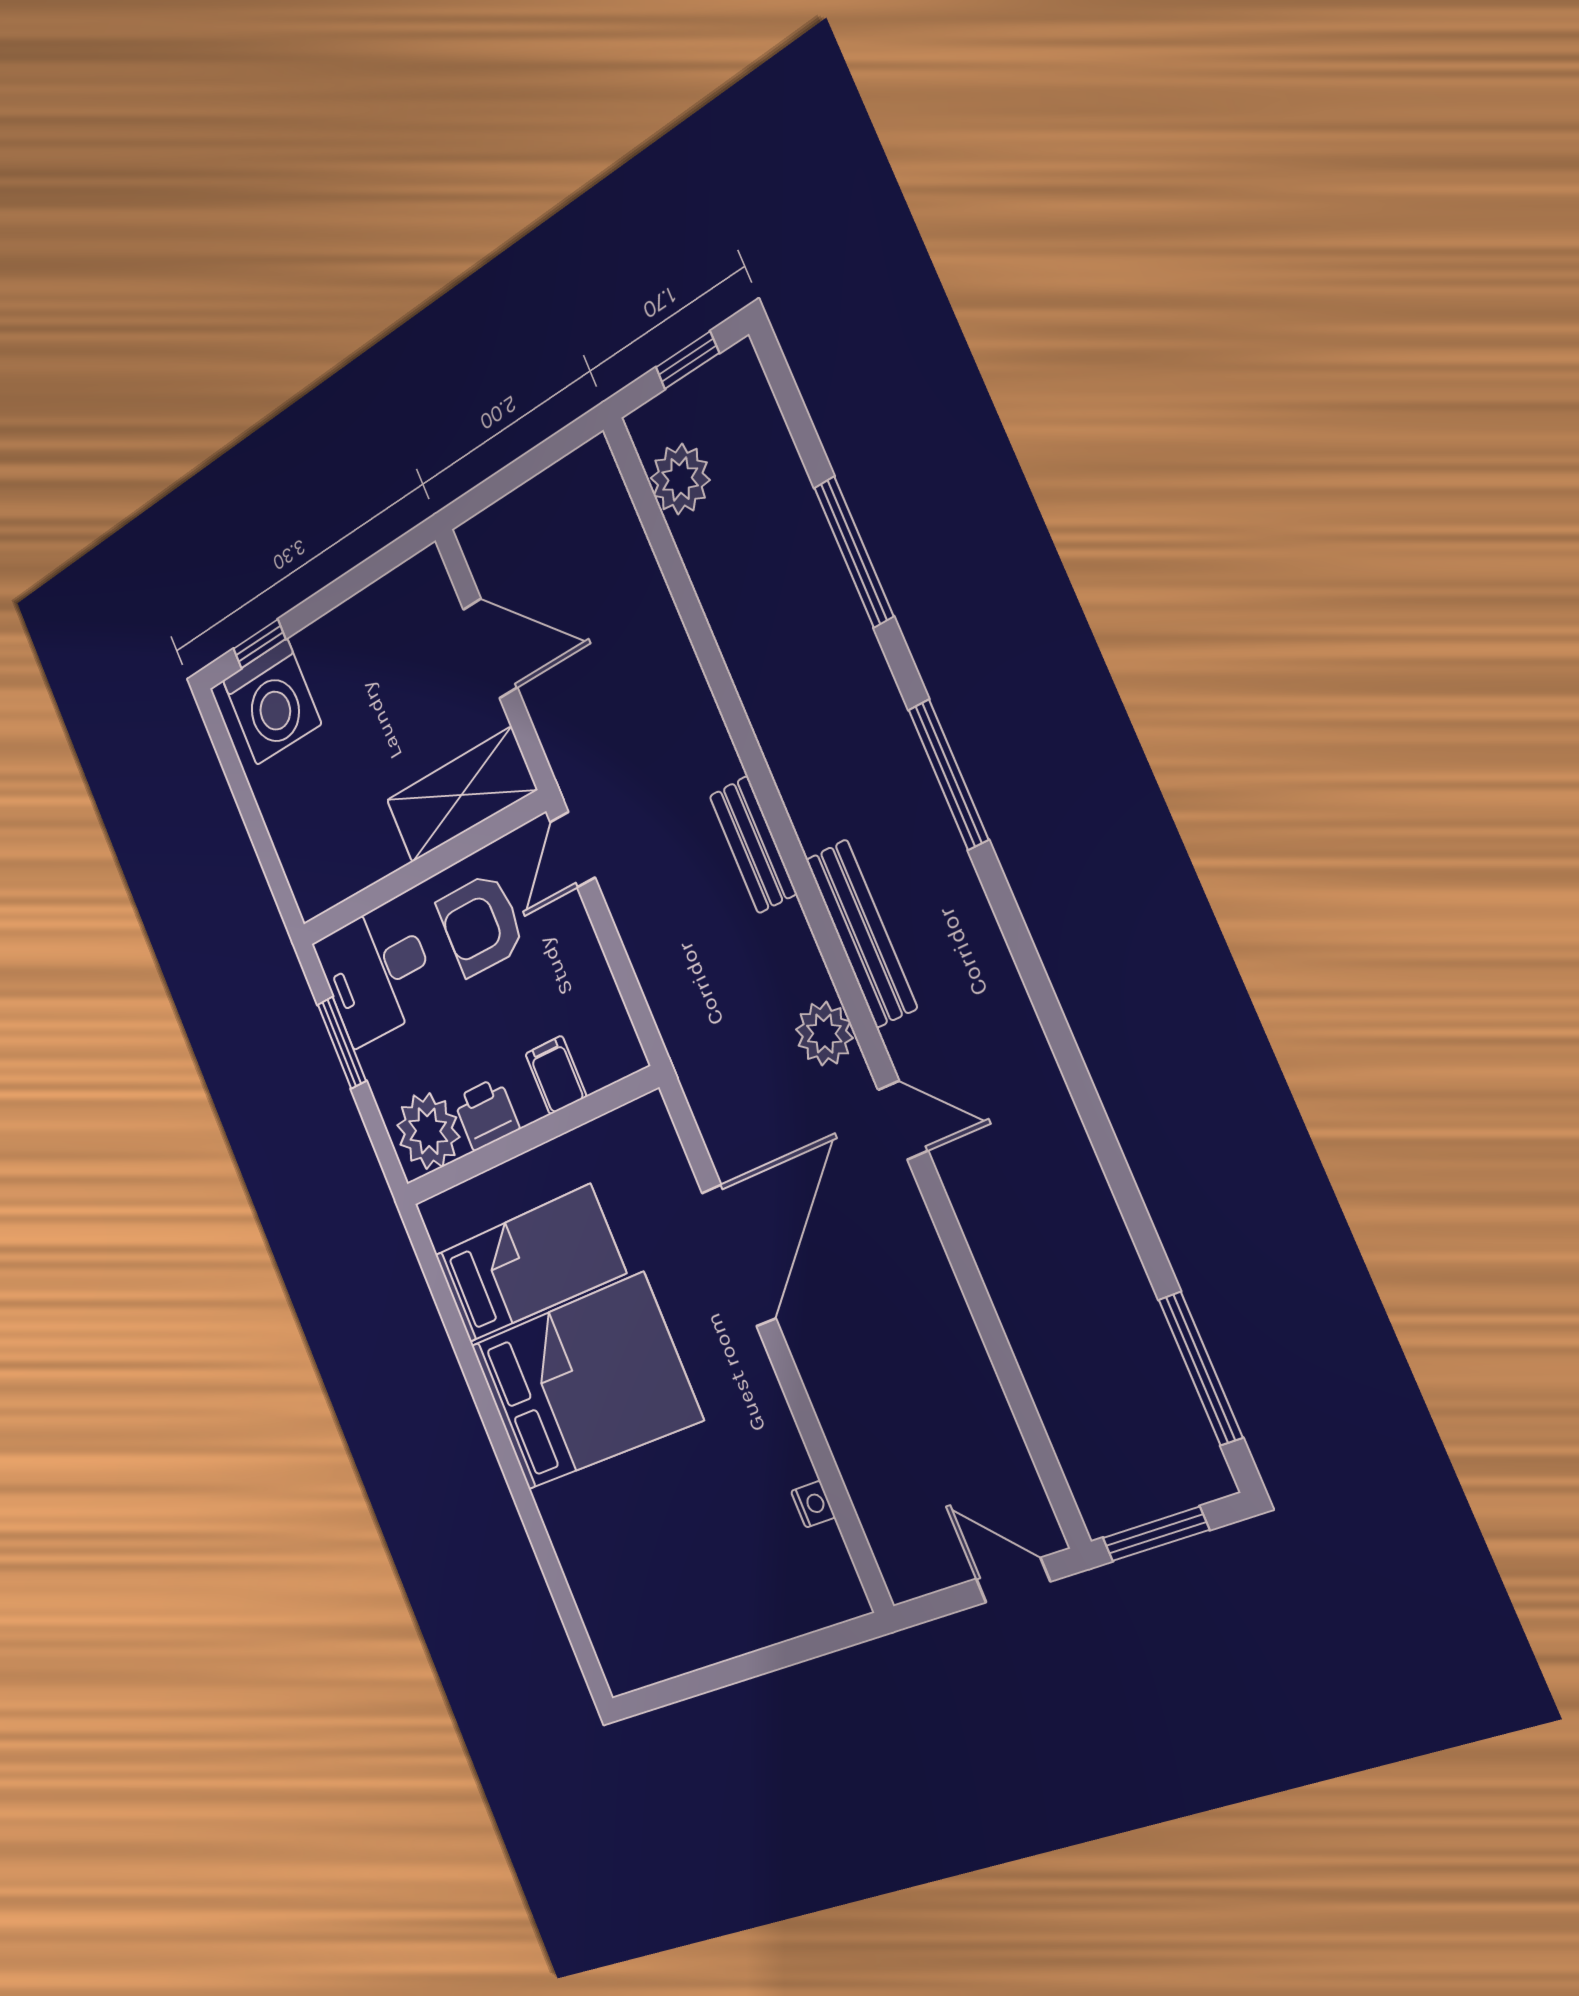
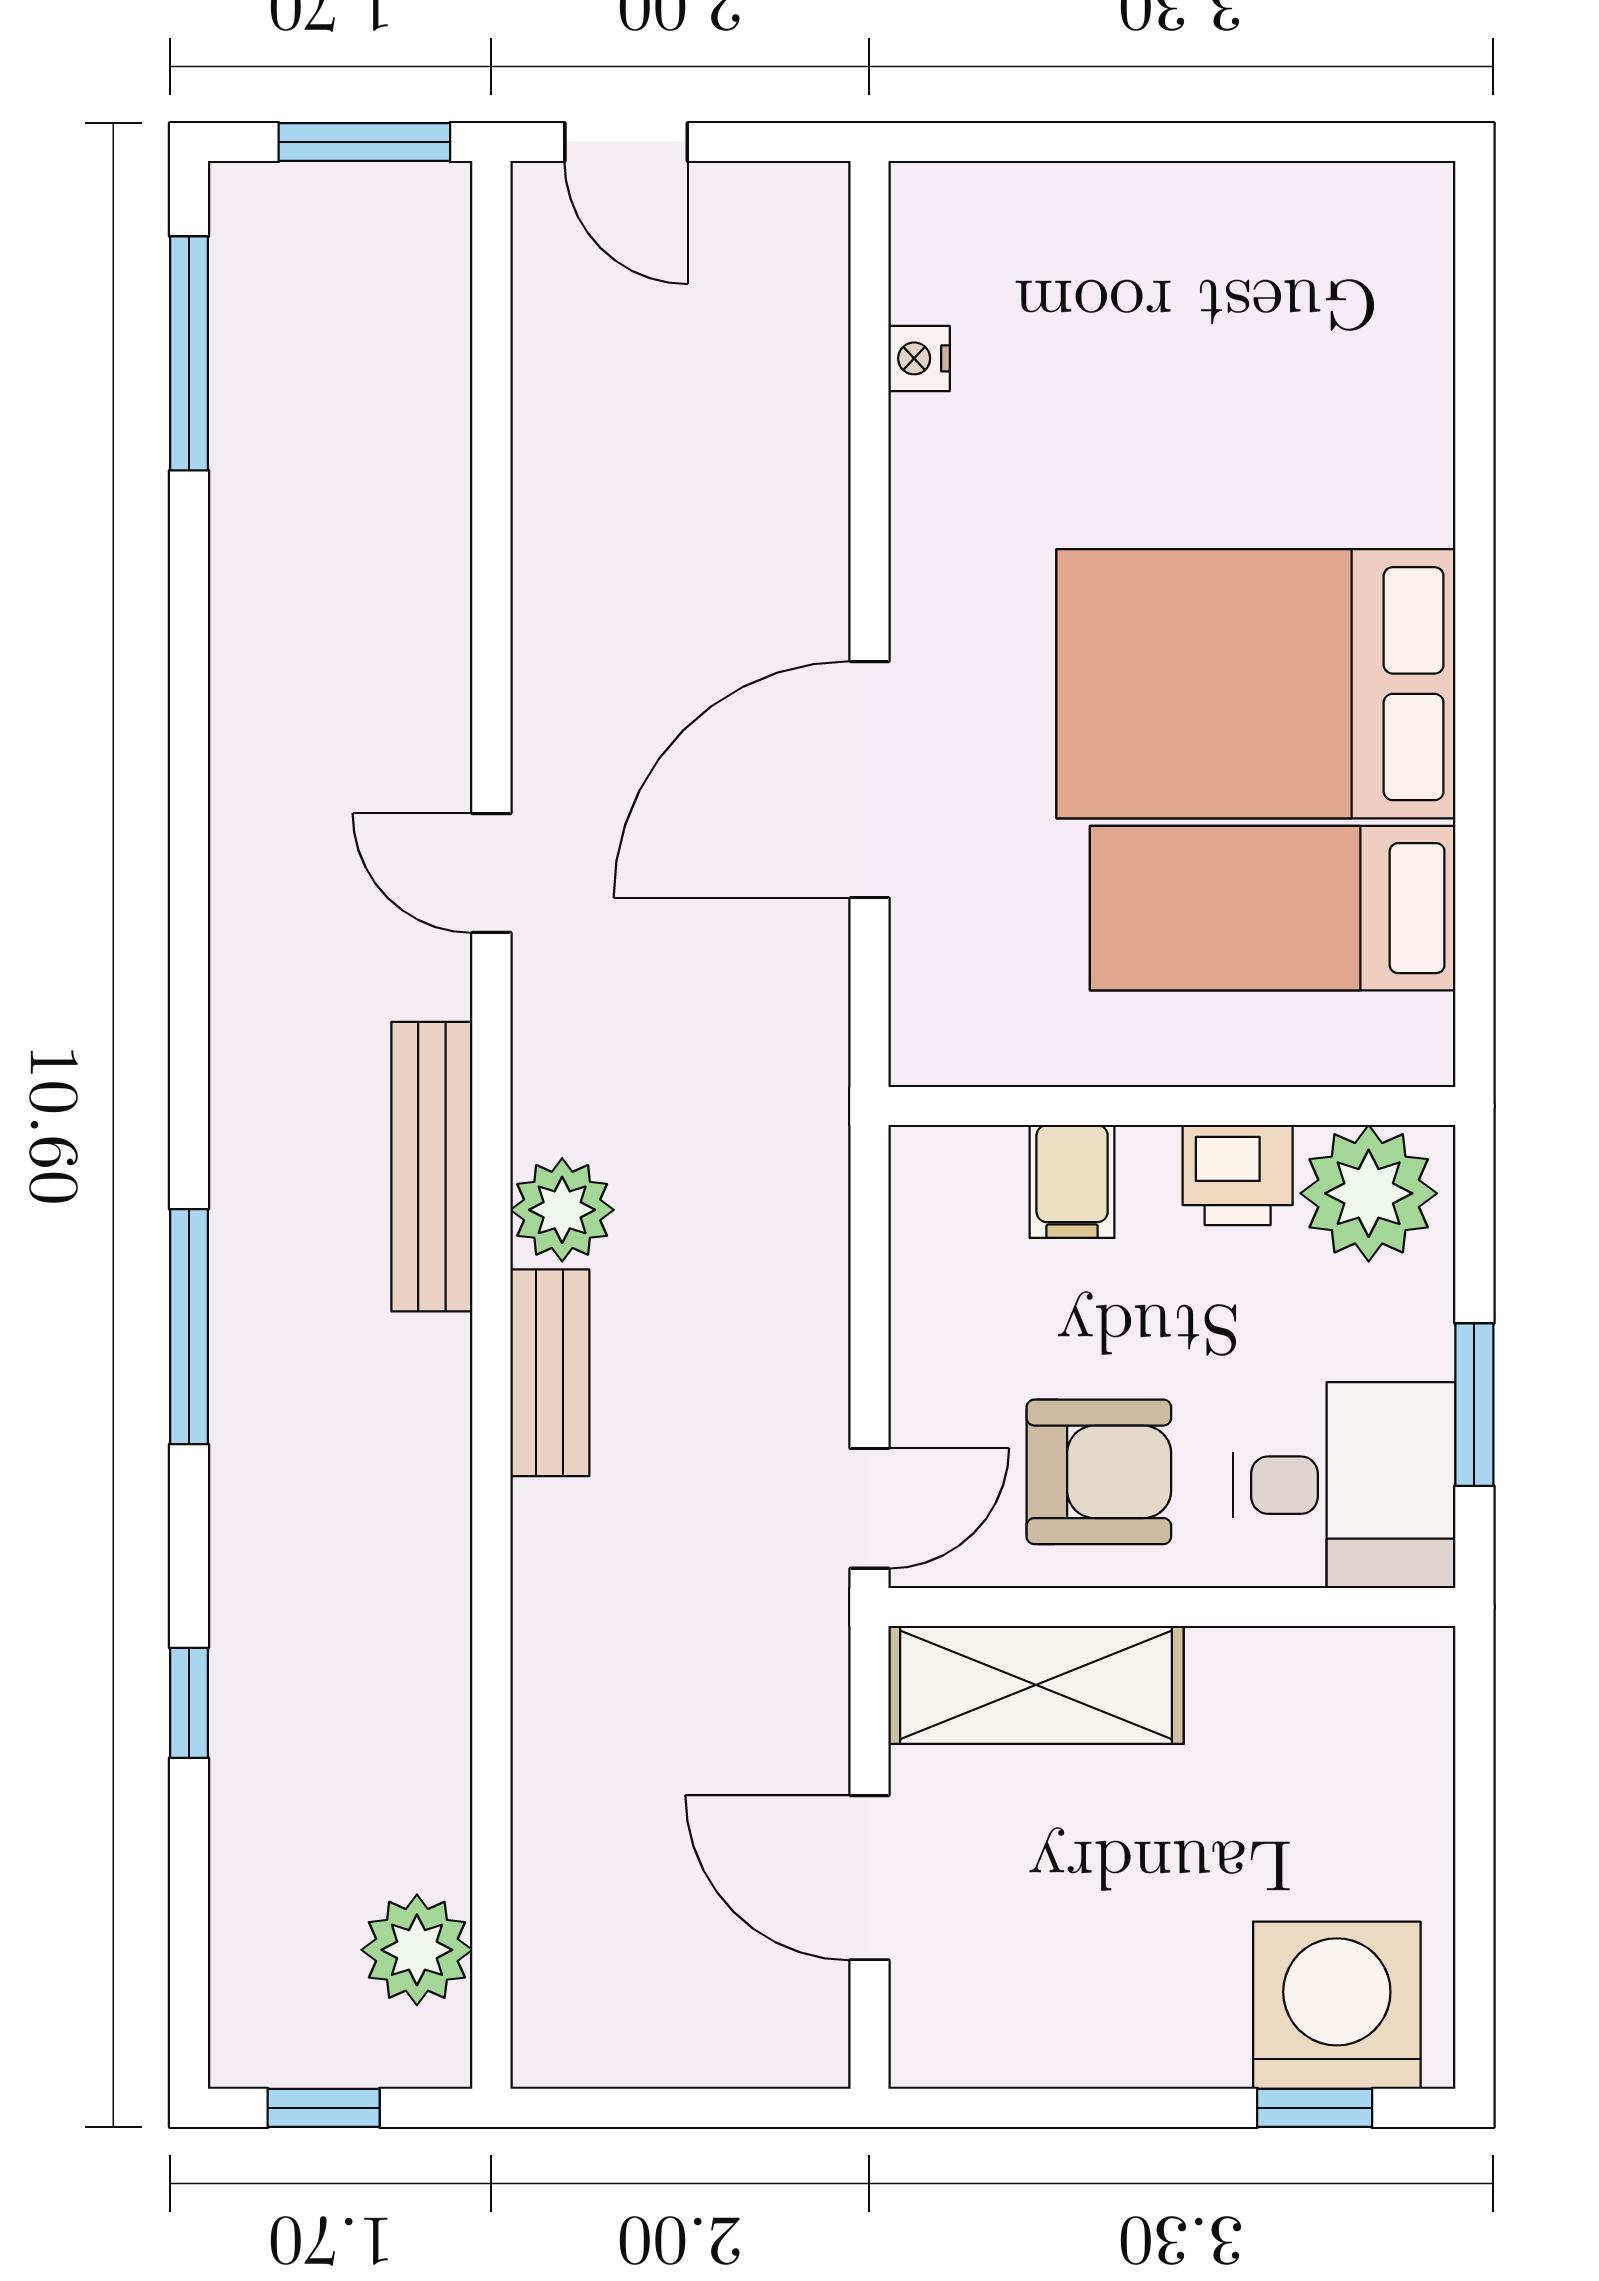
window: (854, 552) -> (189, 1703), width x0.46
plant: (824, 1034) -> (562, 1210), moved

